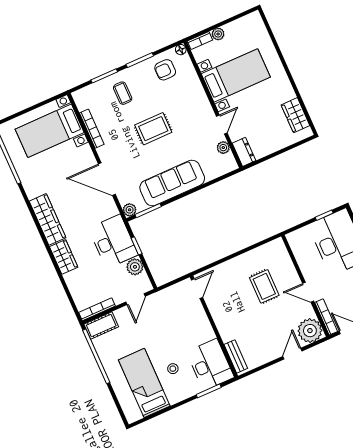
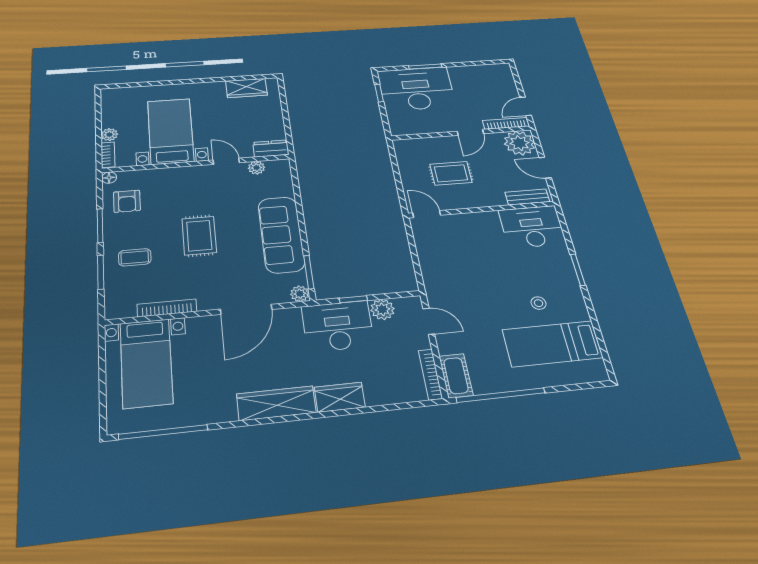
door: (197, 289) -> (427, 214), moved
wall: (214, 326) -> (482, 209), moved
bench: (236, 356) -> (527, 197), moved
desk: (210, 365) -> (532, 227), moved

